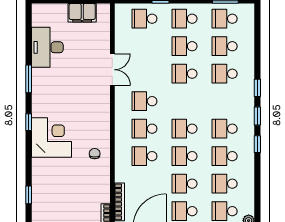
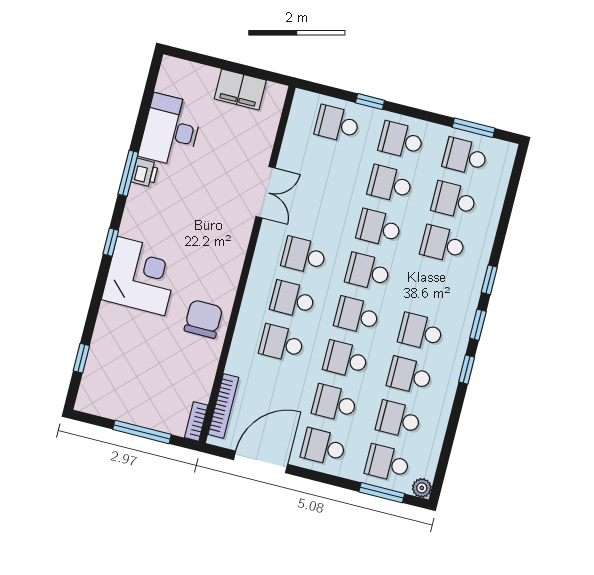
printer: (38, 76) -> (145, 173), added
school desk: (185, 101) -> (368, 272), added
chair: (95, 154) -> (203, 319), width x1.87, depth x1.87

